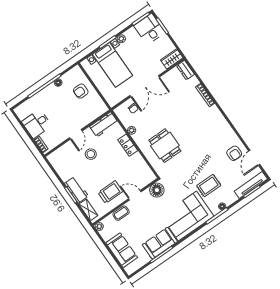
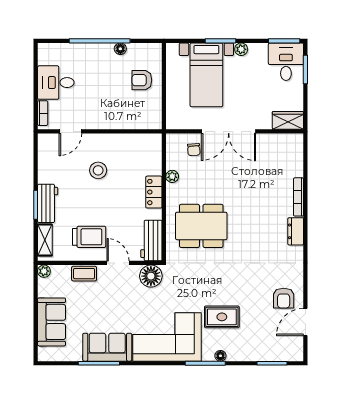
dresser: (185, 70) -> (296, 231), moved
workbench: (104, 124) -> (151, 241), moved, turned 90
door: (76, 134) -> (70, 131), moved
dining table: (165, 146) -> (201, 226), width x1.38
tv unit: (251, 185) -> (276, 354), removed

